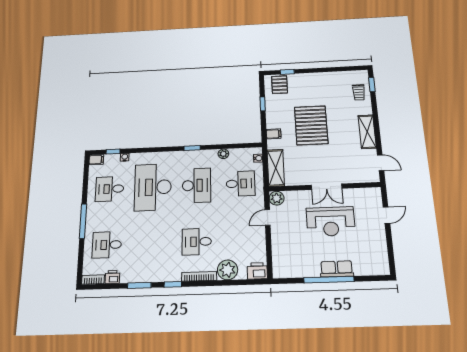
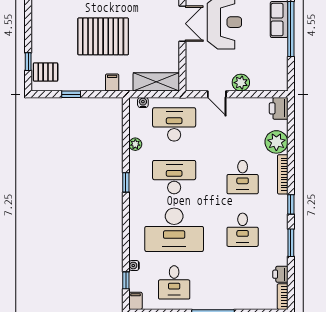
desk: (241, 184) -> (174, 124), width x1.37
plant: (277, 198) -> (241, 83), moved
desk: (107, 245) -> (243, 230), moved

